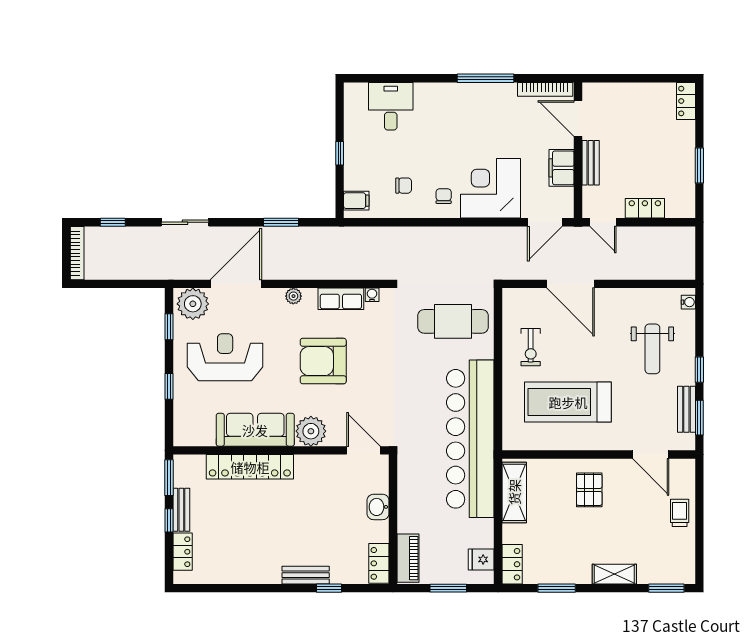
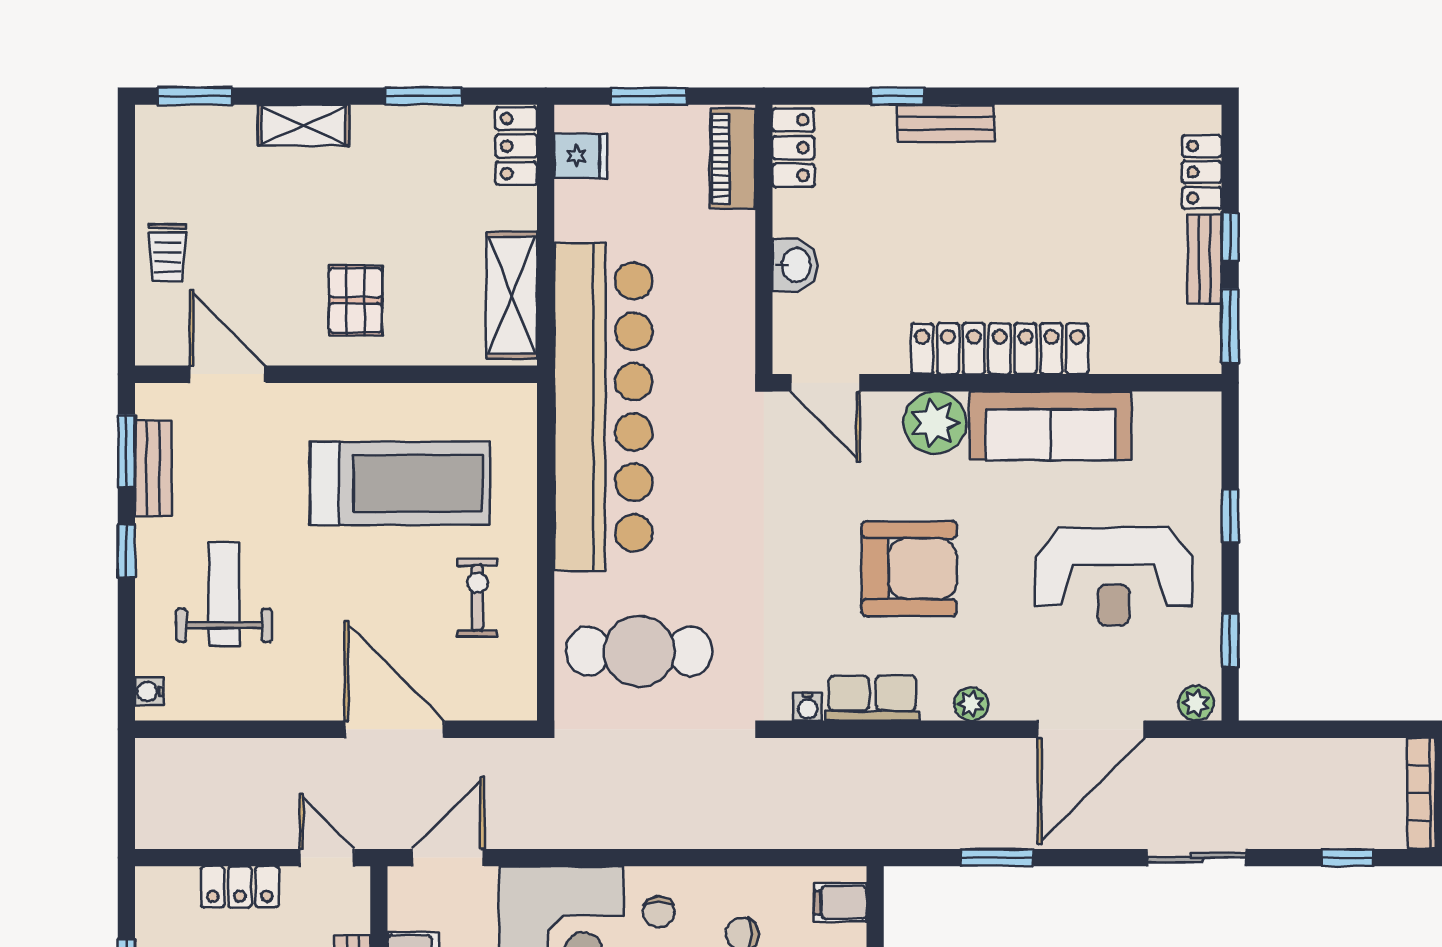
plant: (193, 304) -> (1196, 703), width x0.53, depth x0.53
locker: (250, 467) -> (1000, 349), moved

